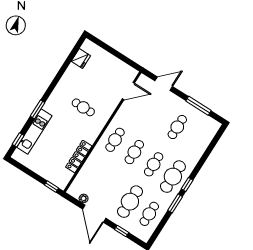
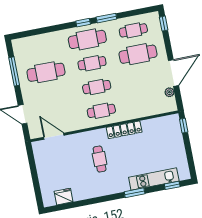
cafe table: (177, 127) -> (46, 72), width x1.37, depth x1.35
locker: (79, 157) -> (124, 130), moved
window: (122, 231) -> (164, 24), moved

